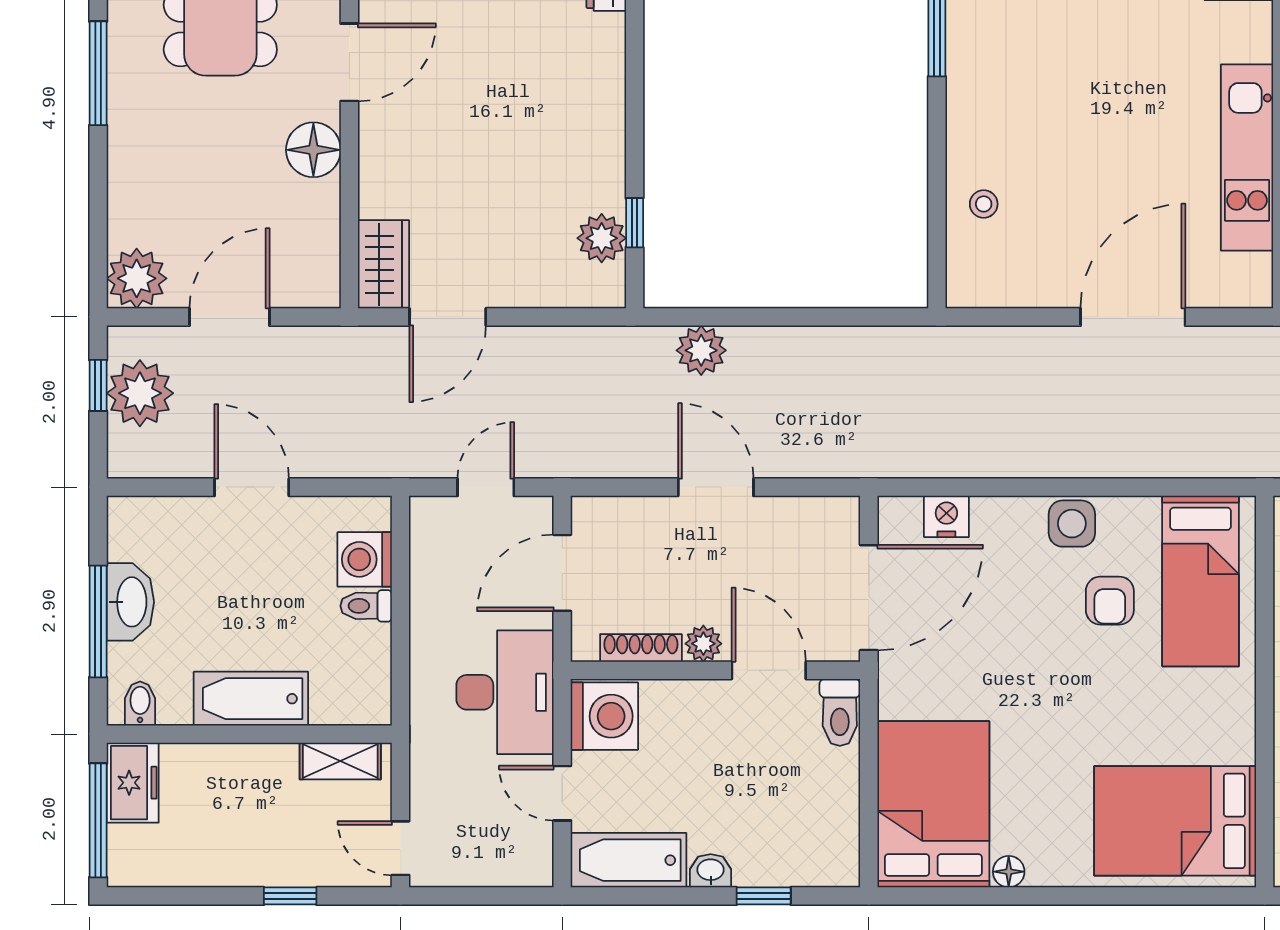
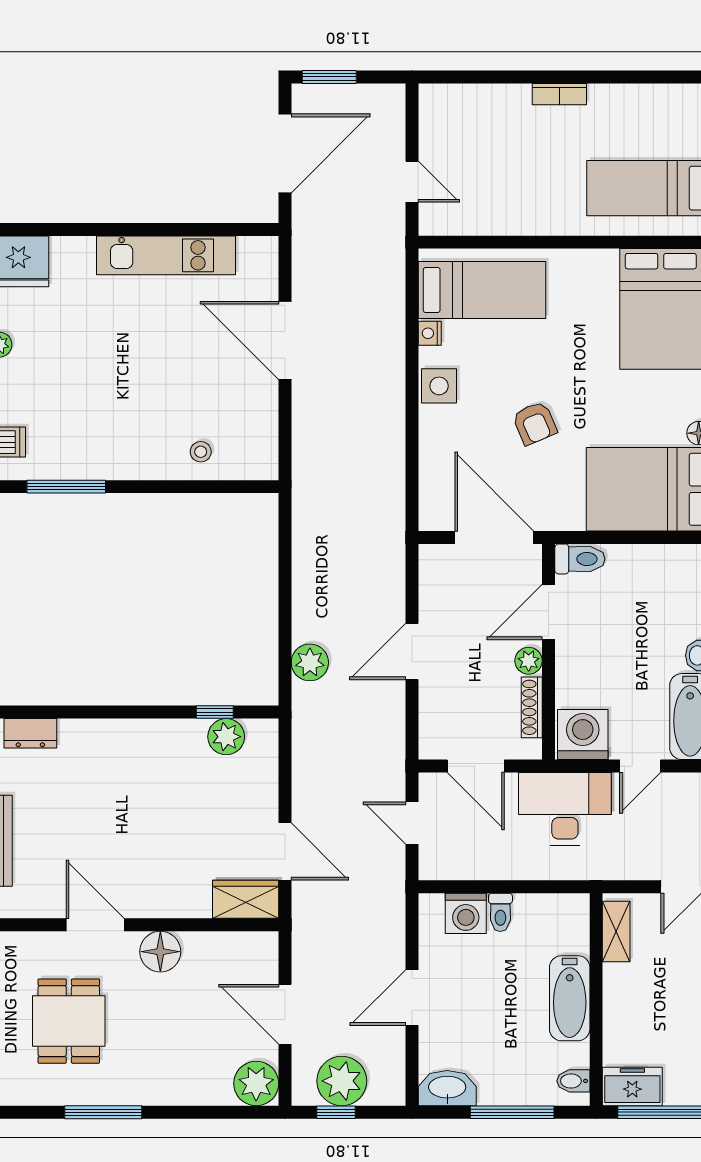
nightstand: (946, 516) -> (430, 333), moved, width x0.72, depth x0.74
armchair: (1110, 601) -> (535, 423), moved, turned 67
washbasin: (130, 602) -> (447, 1088), moved

